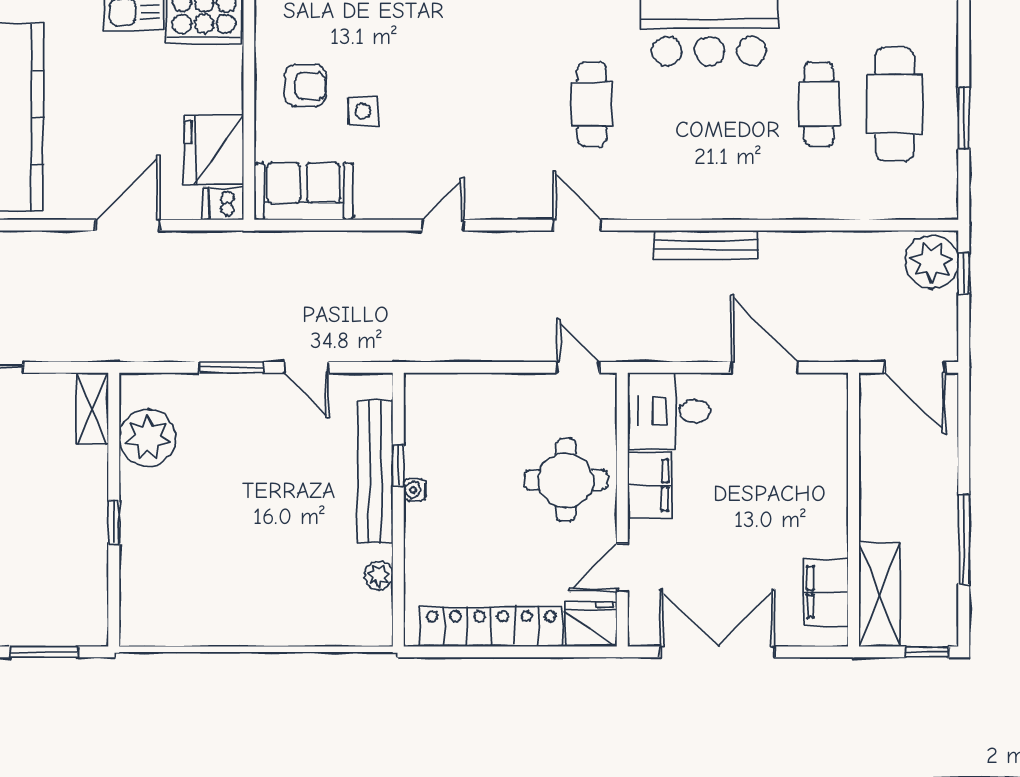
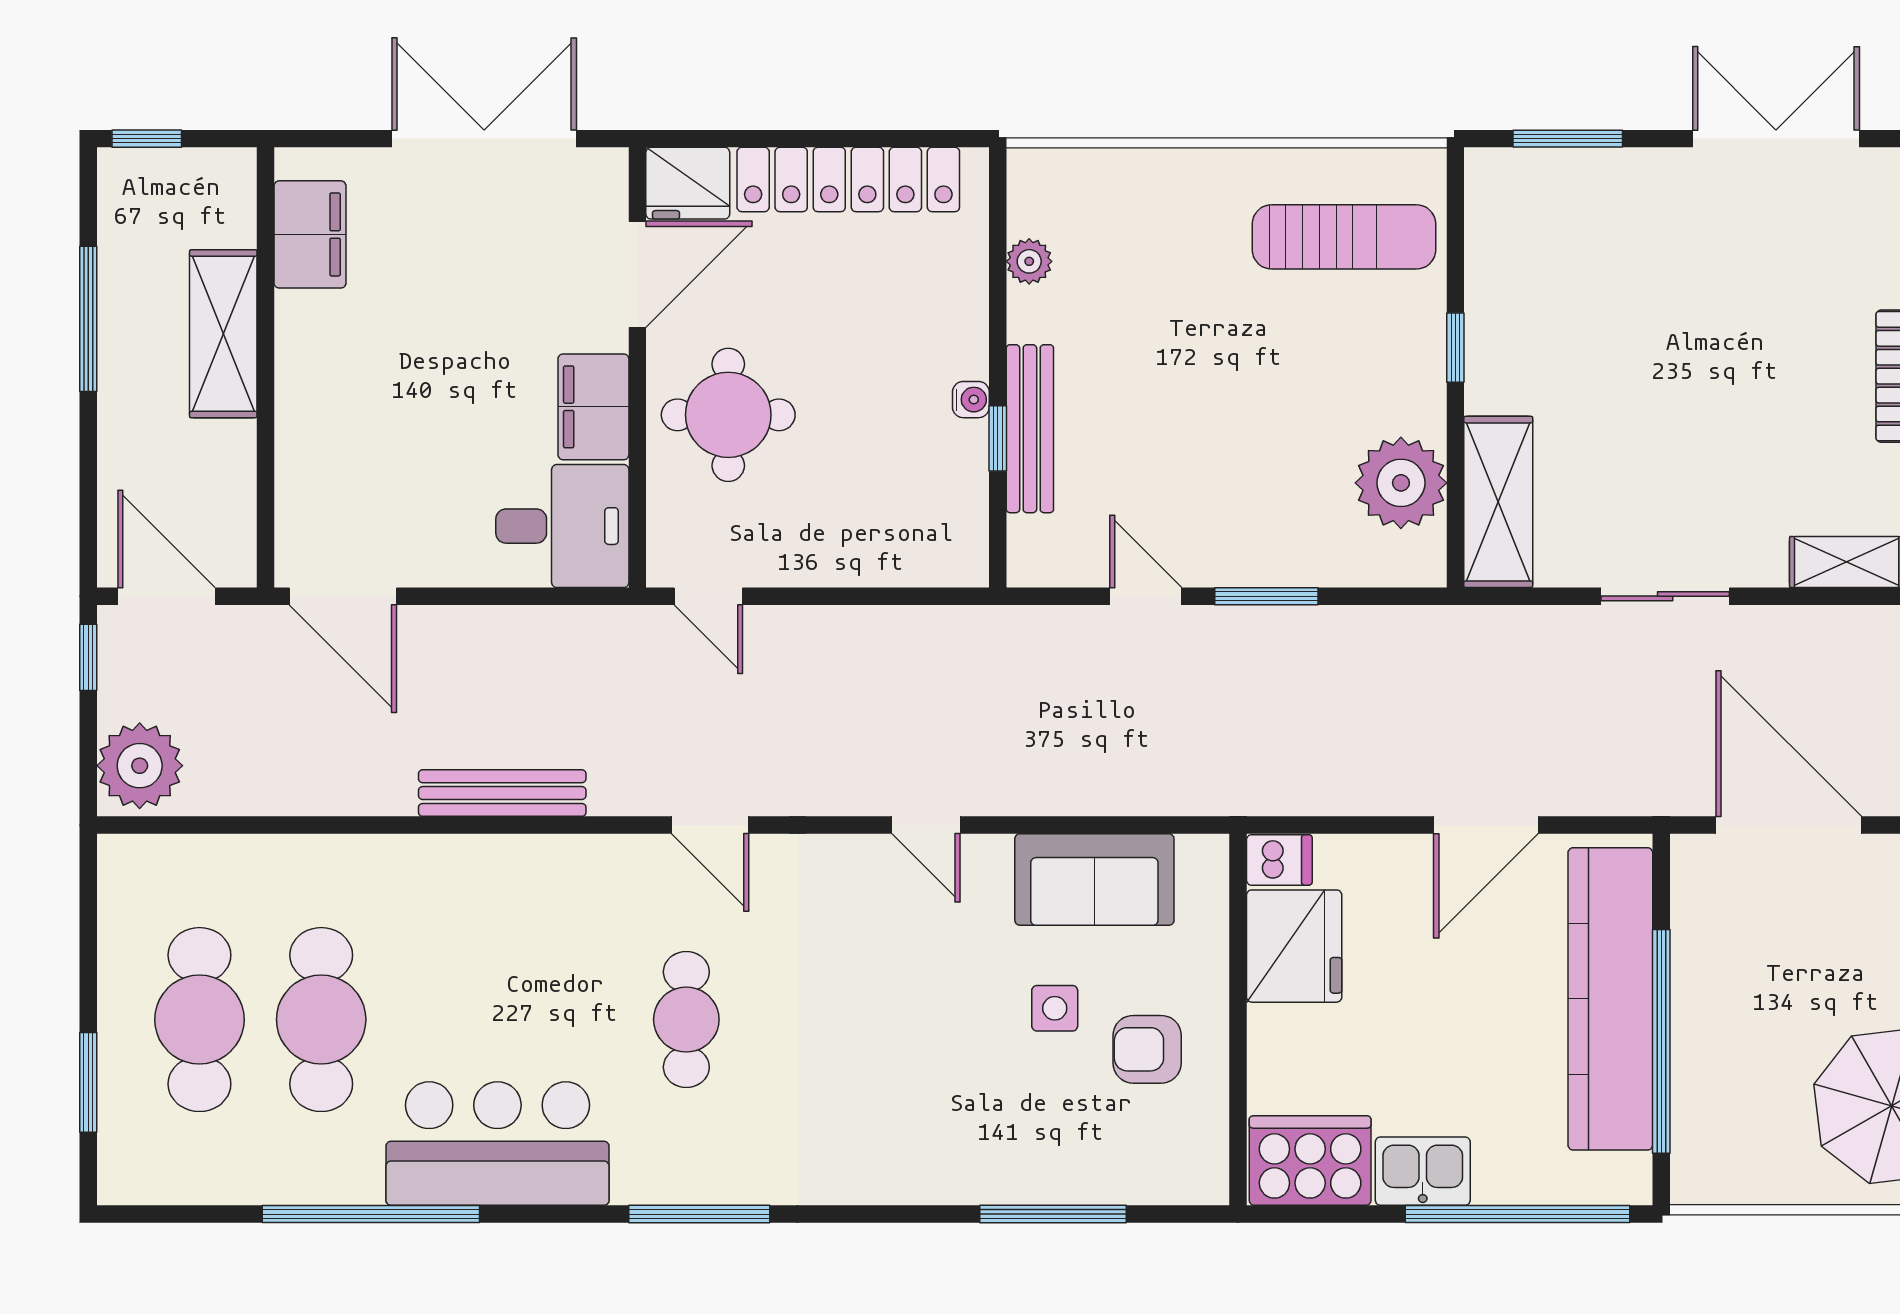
cafe table: (819, 104) -> (321, 1020), width x1.37, depth x1.35
window: (964, 119) -> (88, 1082), moved
sofa: (304, 191) -> (1094, 880), moved
door: (128, 225) -> (1486, 825), moved
door: (443, 225) -> (926, 825), hinge flipped
window: (964, 273) -> (88, 657), moved
door: (764, 367) -> (343, 596), moved
shelving: (92, 408) -> (1498, 502), width x1.50, depth x1.33
bench: (375, 472) -> (1030, 429), width x0.73, depth x0.82
door: (622, 568) -> (637, 274), width x1.38
sun lounger: (183, 591) -> (1344, 237), added
shelving: (880, 594) -> (223, 334), moved
double door: (718, 652) -> (484, 139), swing flipped

